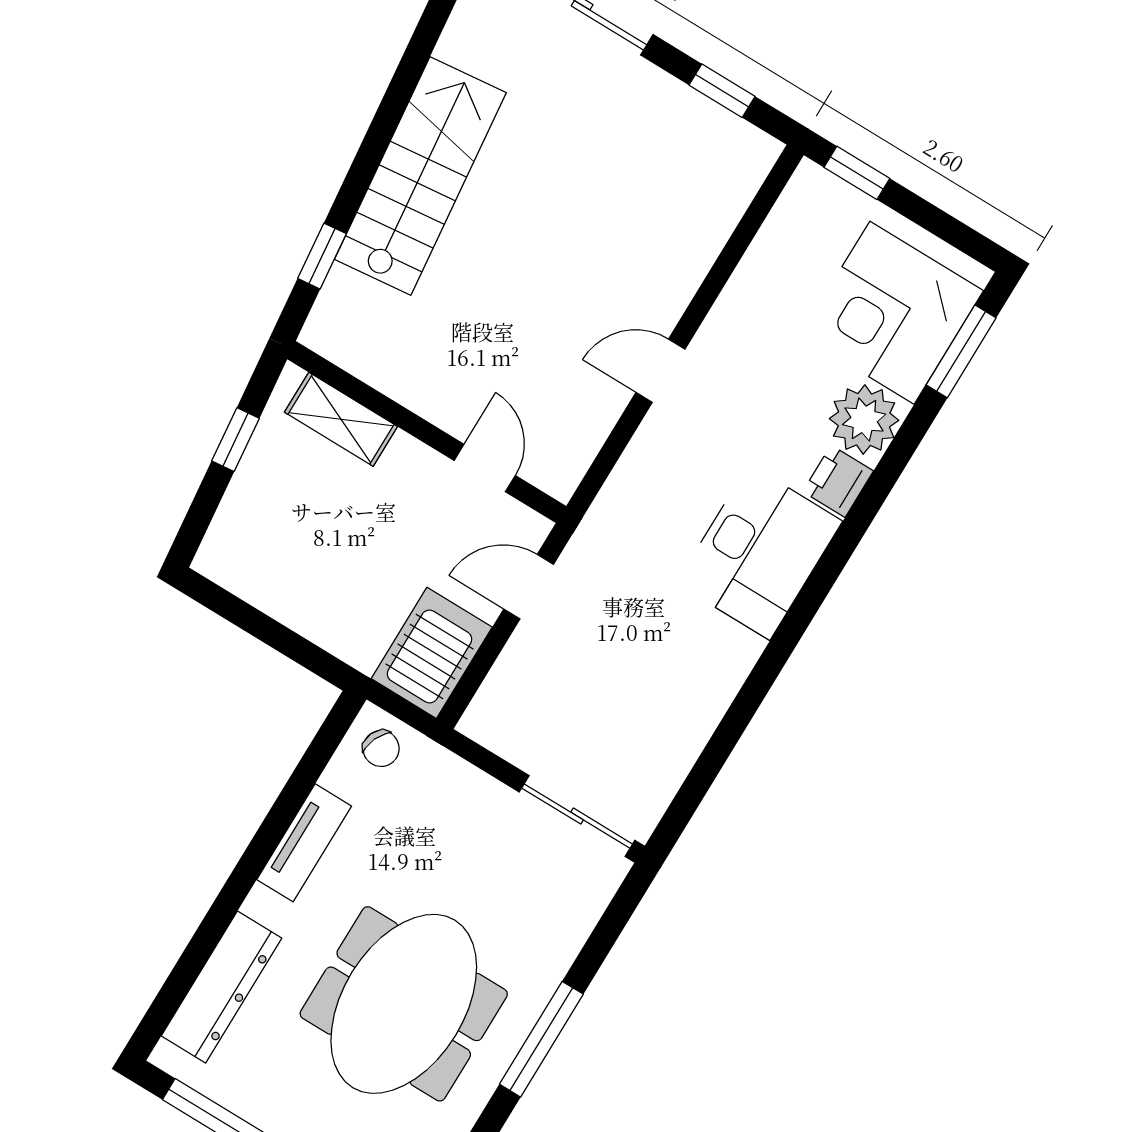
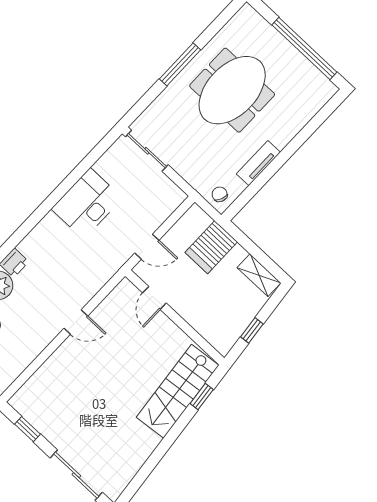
stairs: (420, 176) -> (178, 391), moved
shelving: (341, 419) -> (259, 275), moved
desk: (759, 552) -> (87, 204), moved
server rack: (432, 653) -> (211, 247), moved
dresser: (222, 987) -> (304, 112), removed

